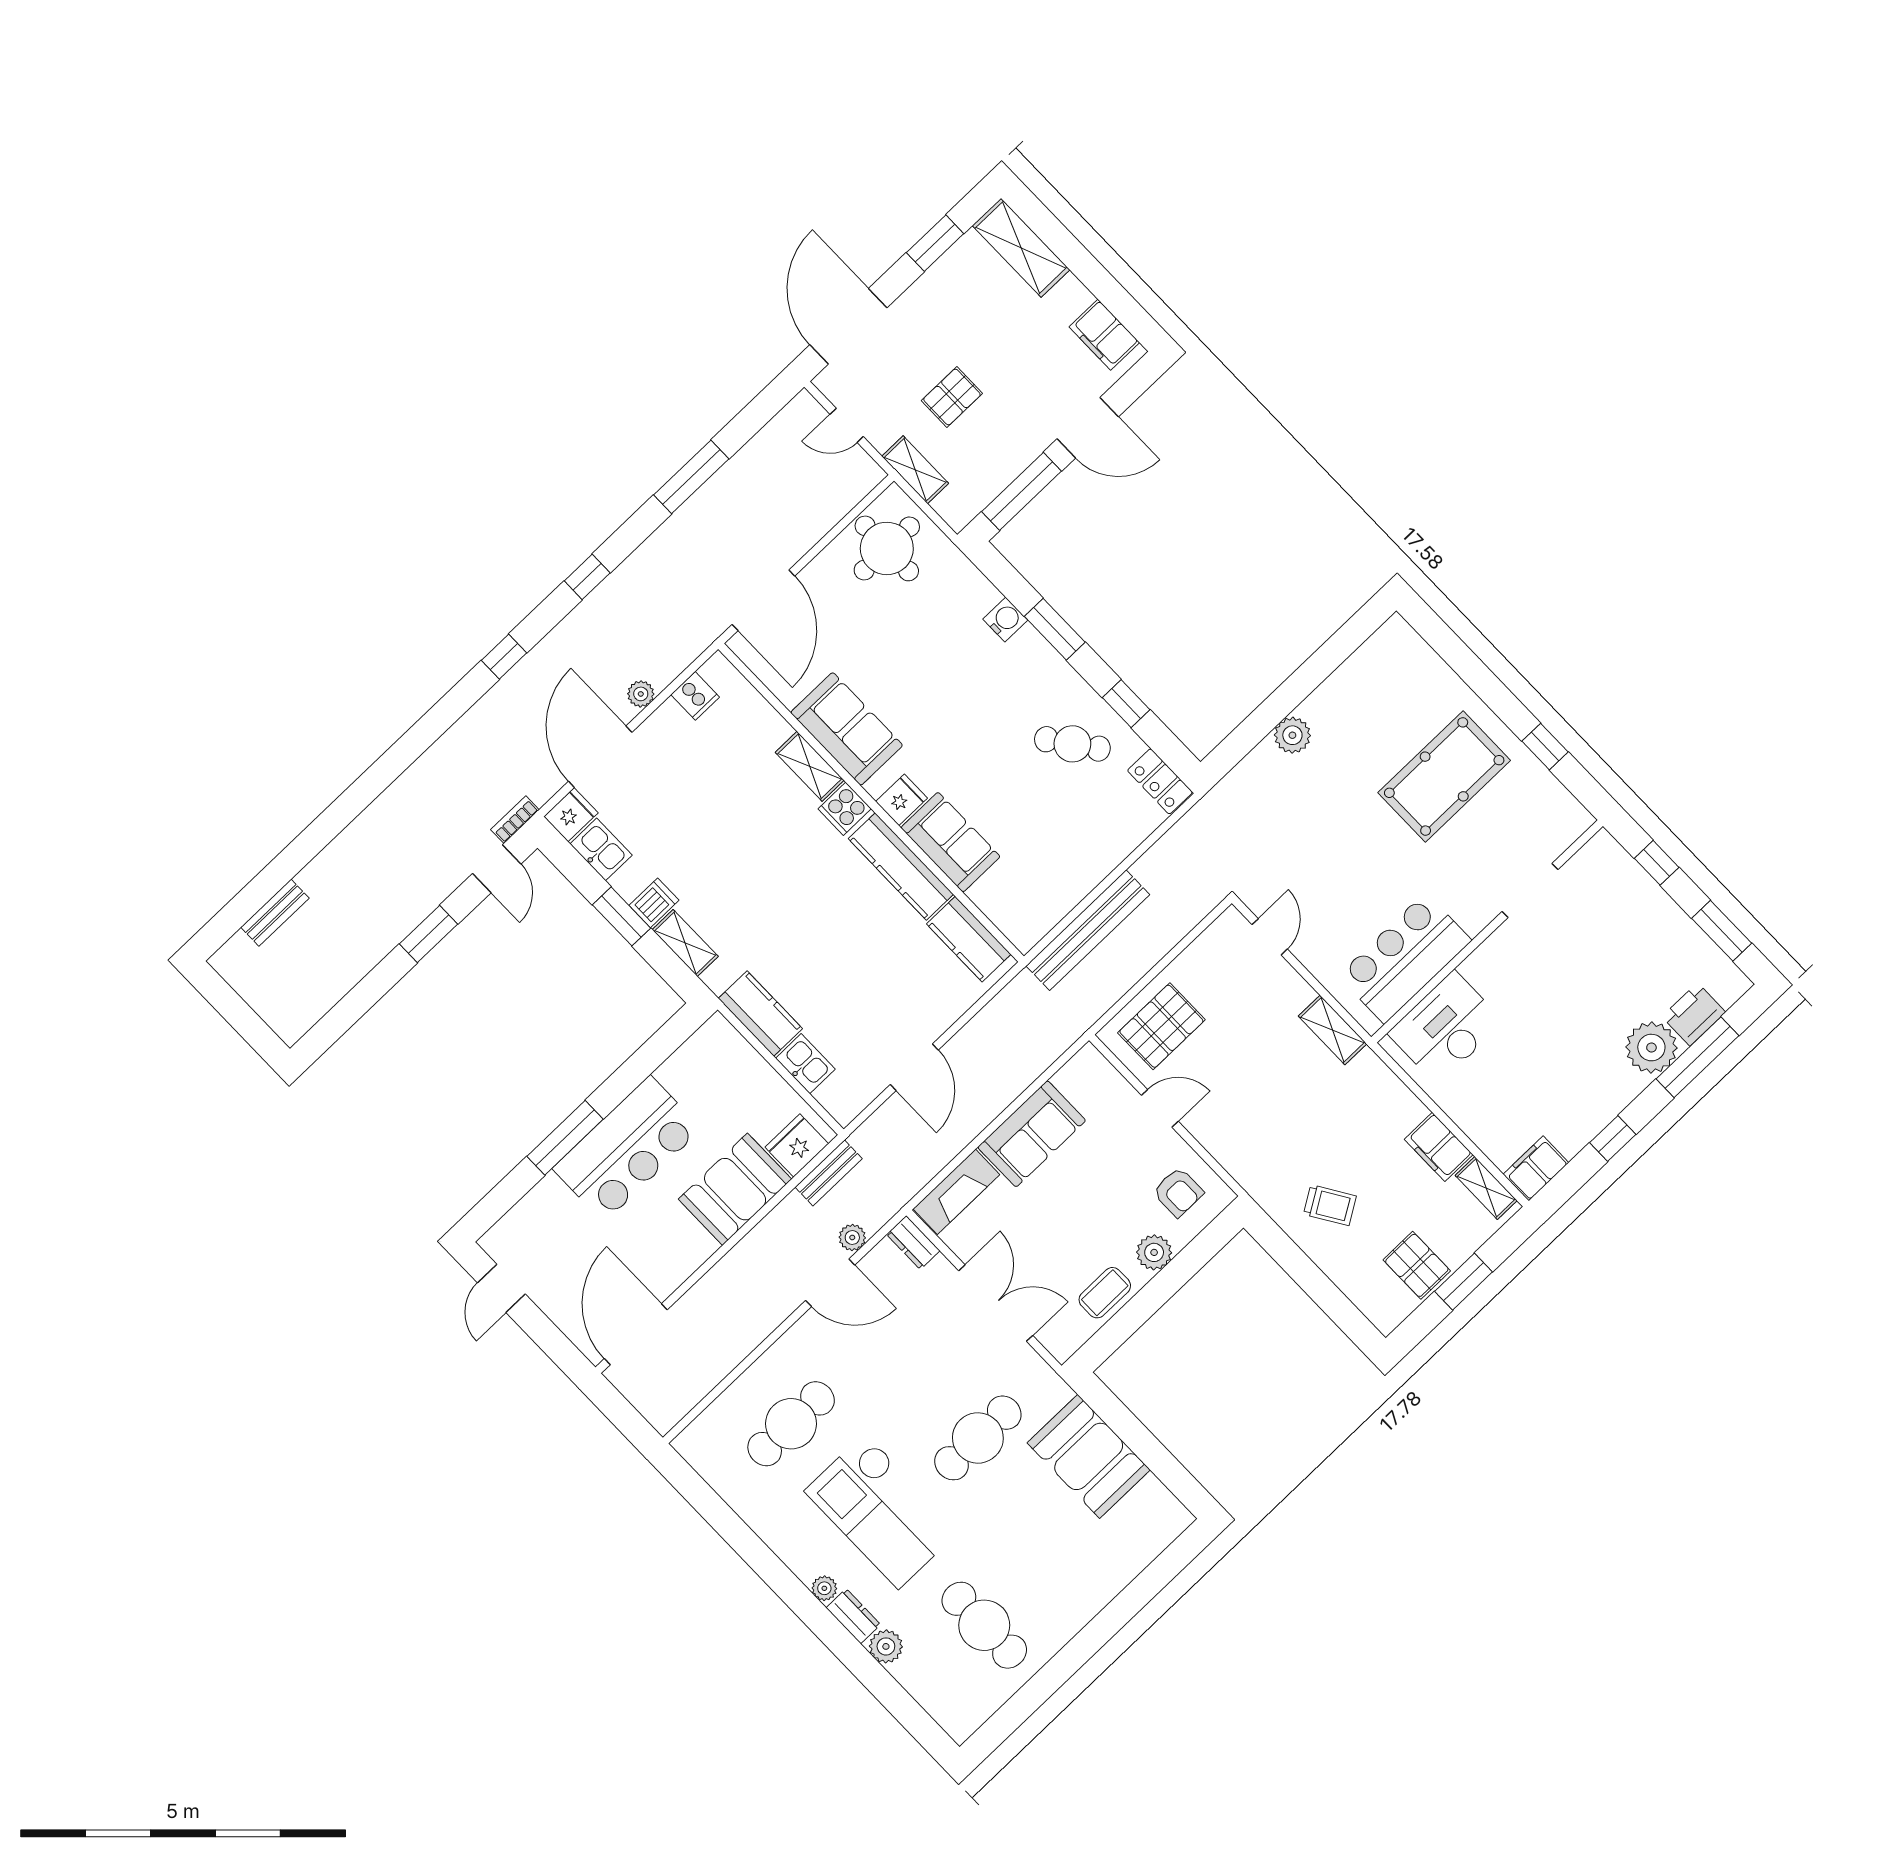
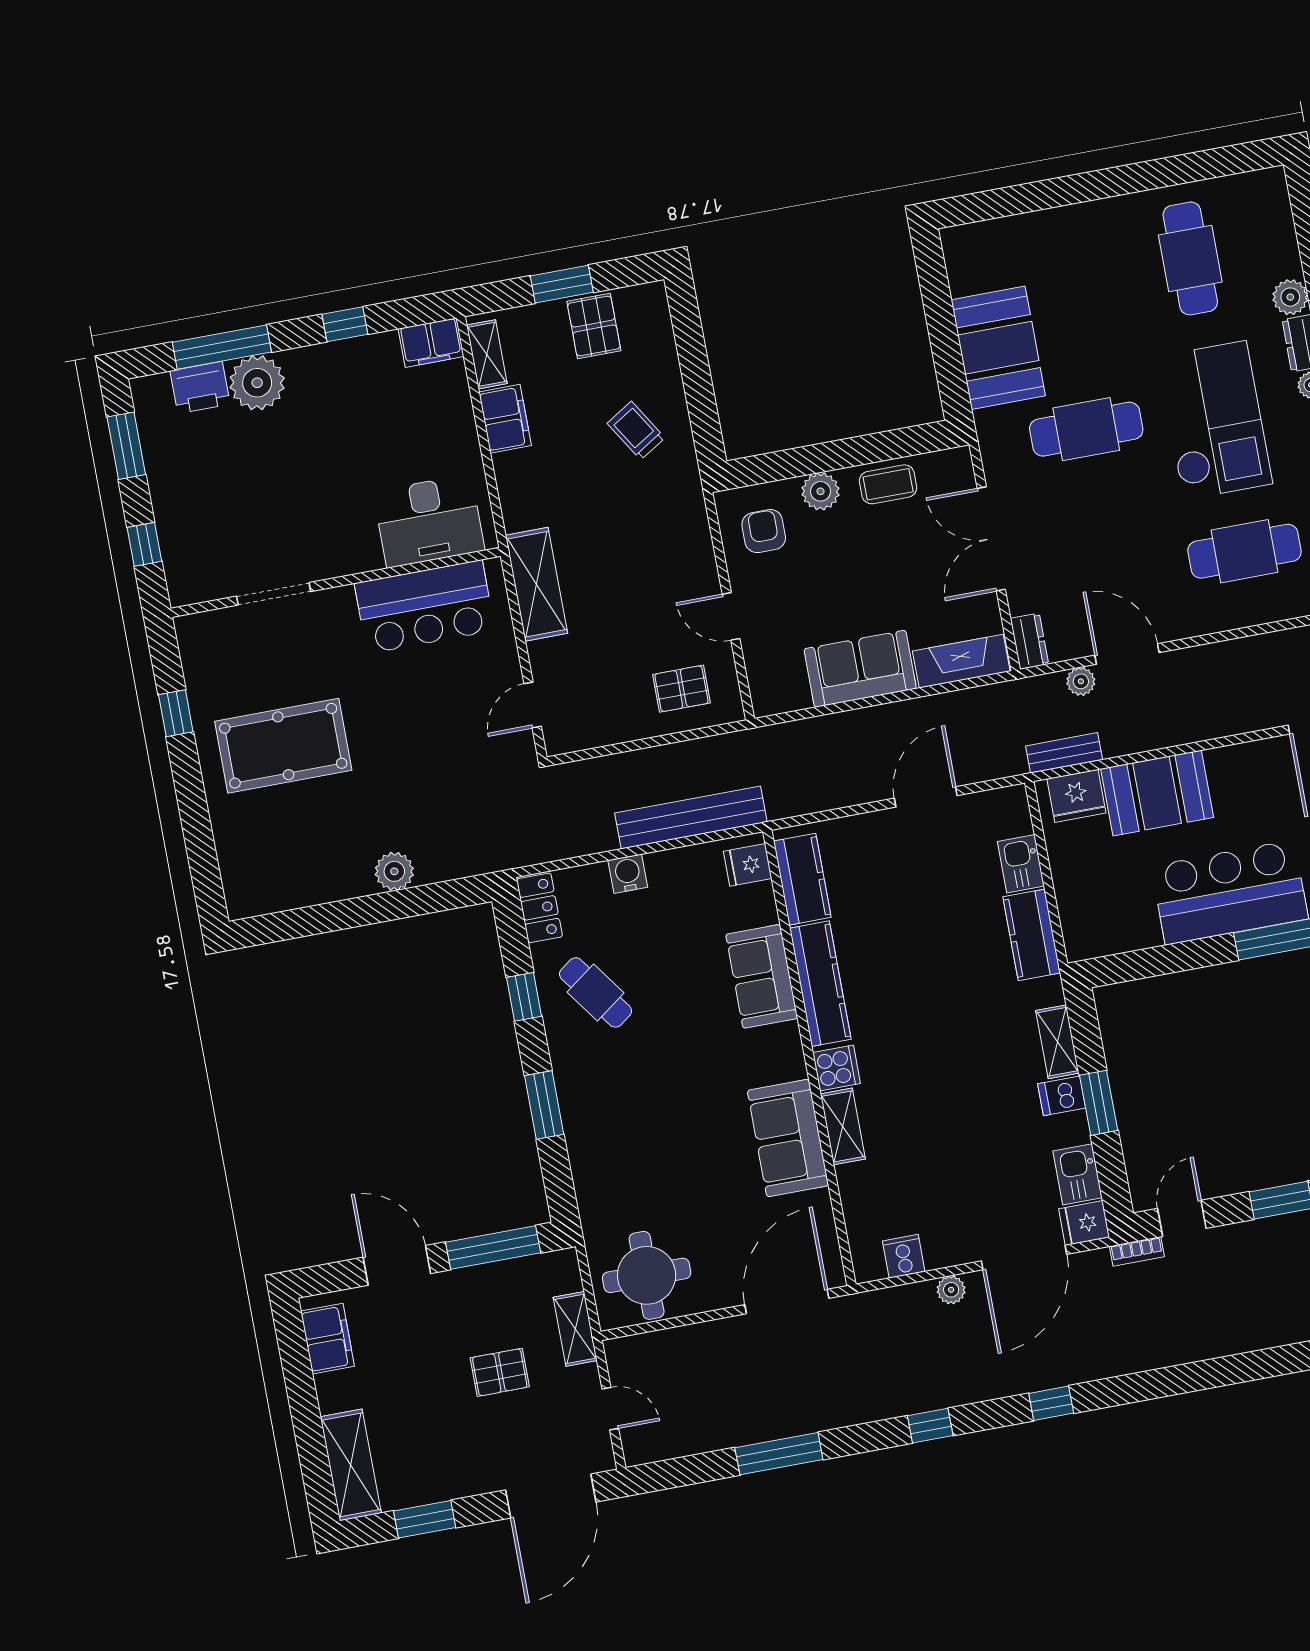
water cooler: (1005, 620) -> (628, 874), moved, turned 90
fridge: (902, 800) -> (748, 865), moved
pallet: (1161, 1026) -> (682, 689), width x0.67, depth x0.71
shelving: (1332, 1030) -> (536, 584), width x1.50, depth x1.33

